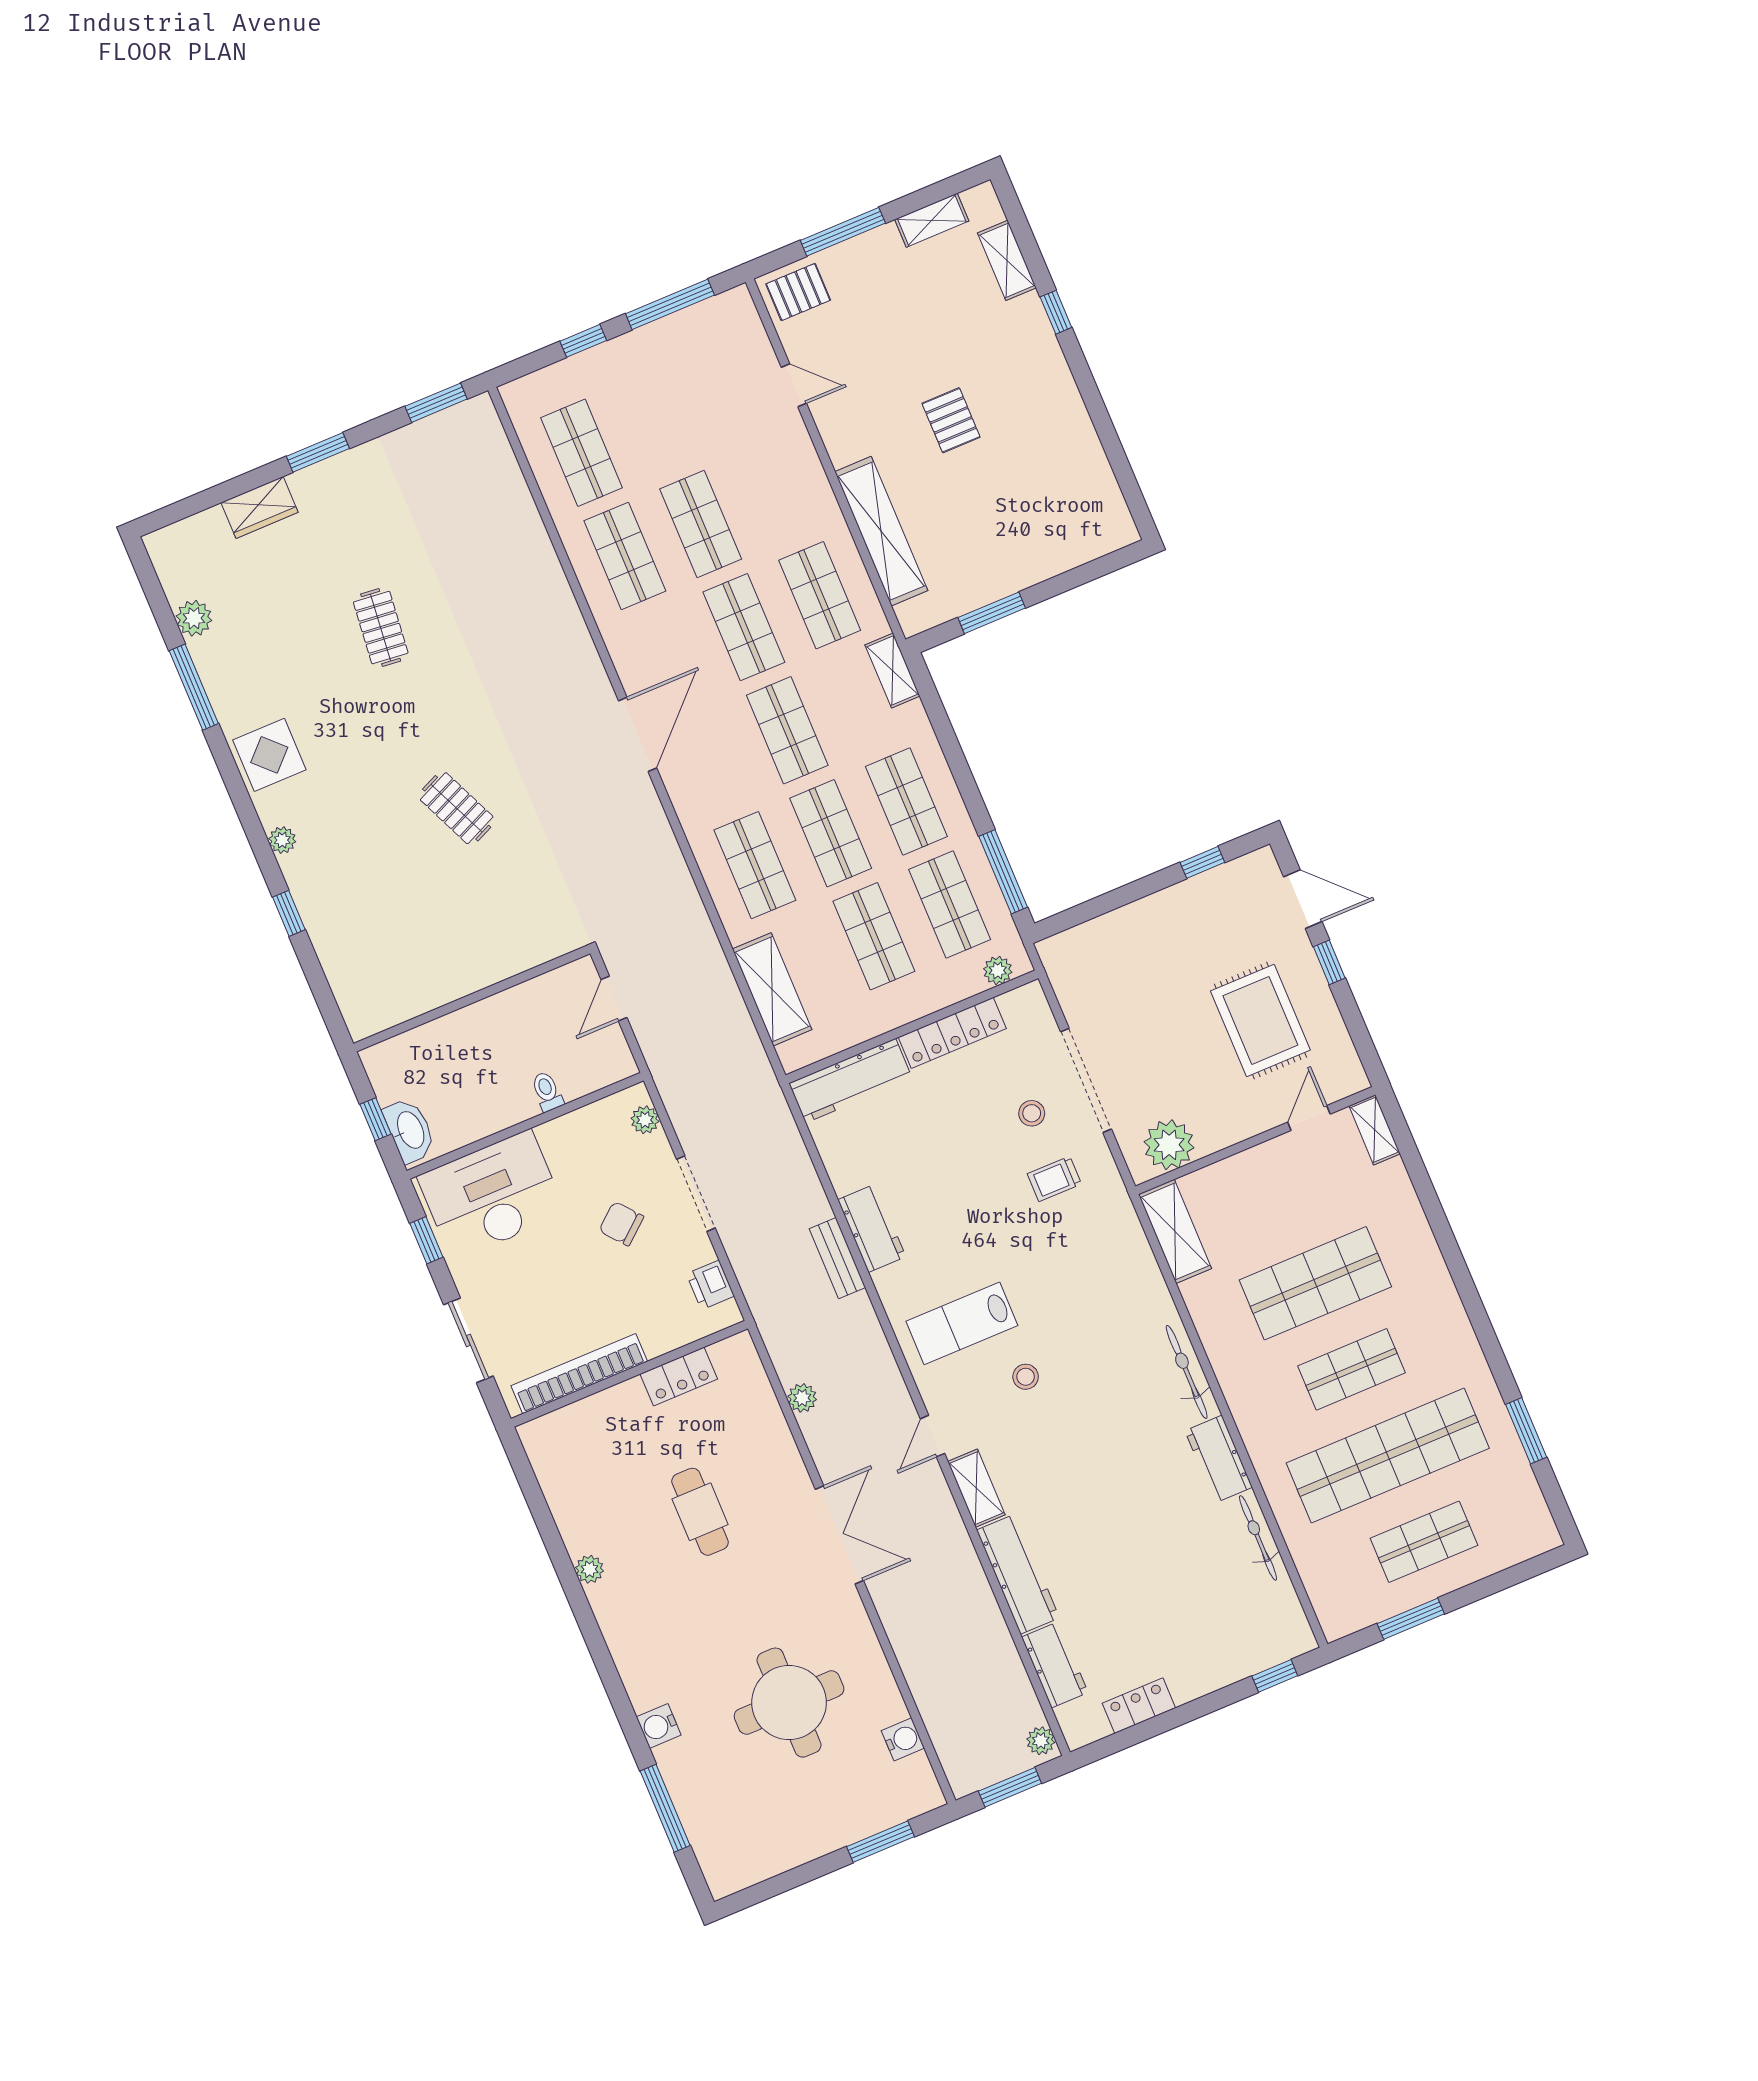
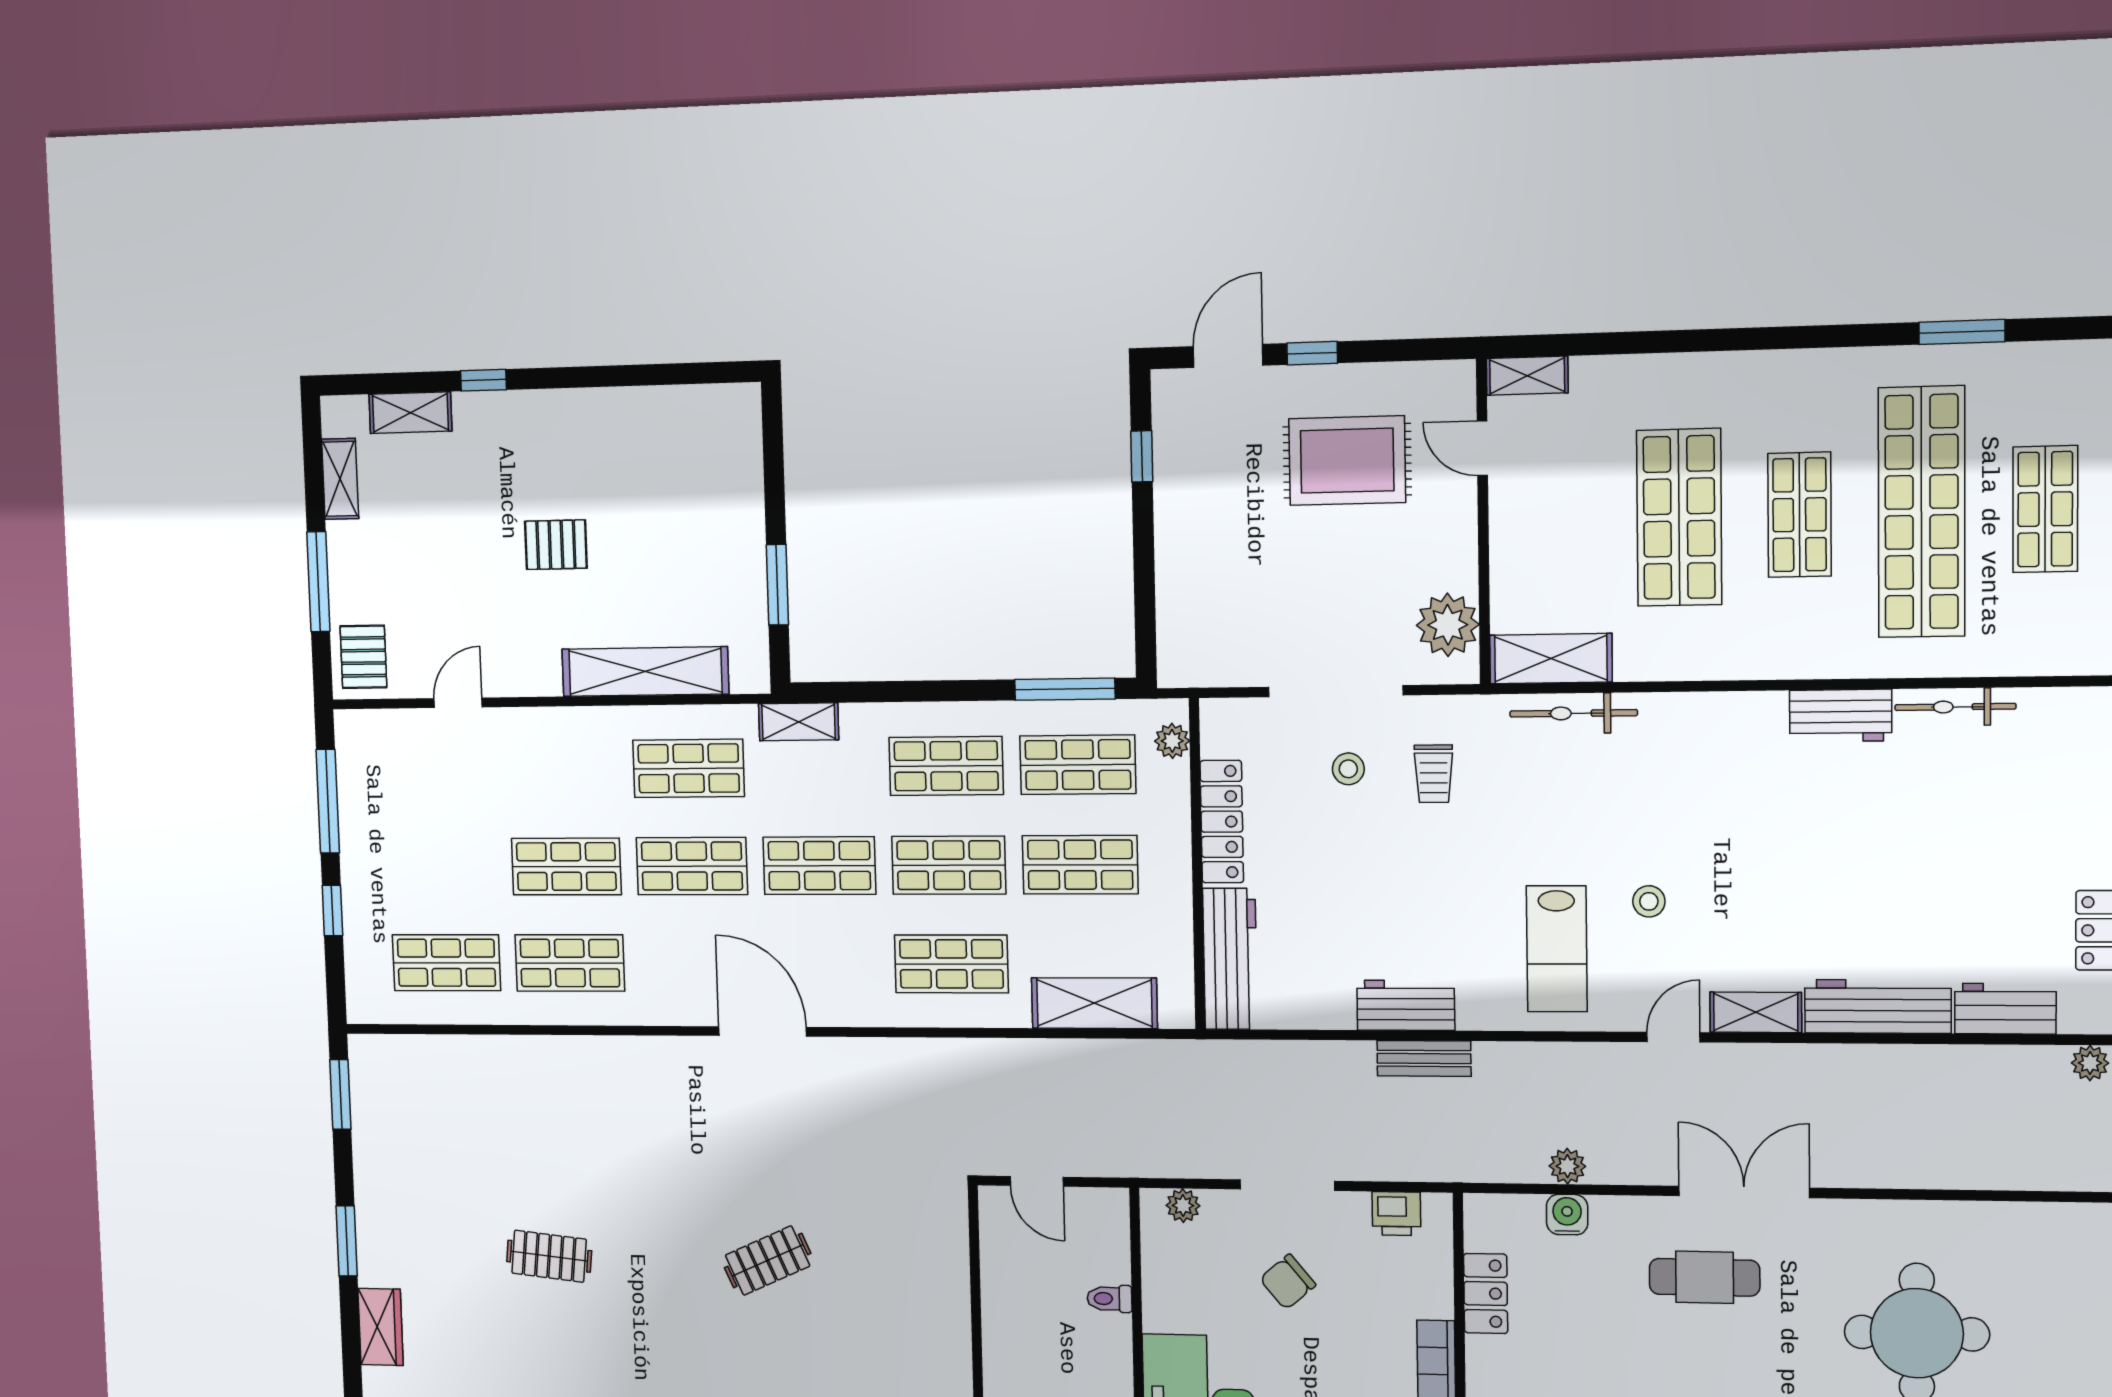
bicycle: (1187, 1372) -> (1574, 713), moved
door: (932, 1436) -> (1673, 1037), swing flipped
cafe table: (700, 1512) -> (1705, 1277), moved
water cooler: (903, 1739) -> (1567, 1215), moved

